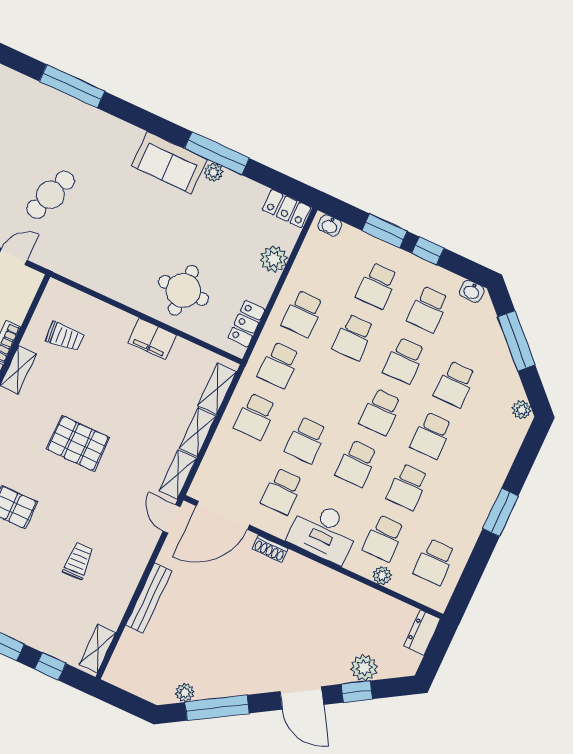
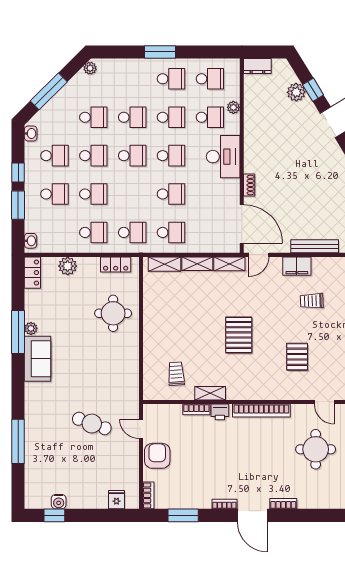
filing cabinet: (152, 339) -> (297, 266), moved, turned 90
school desk: (282, 491) -> (171, 79), moved

